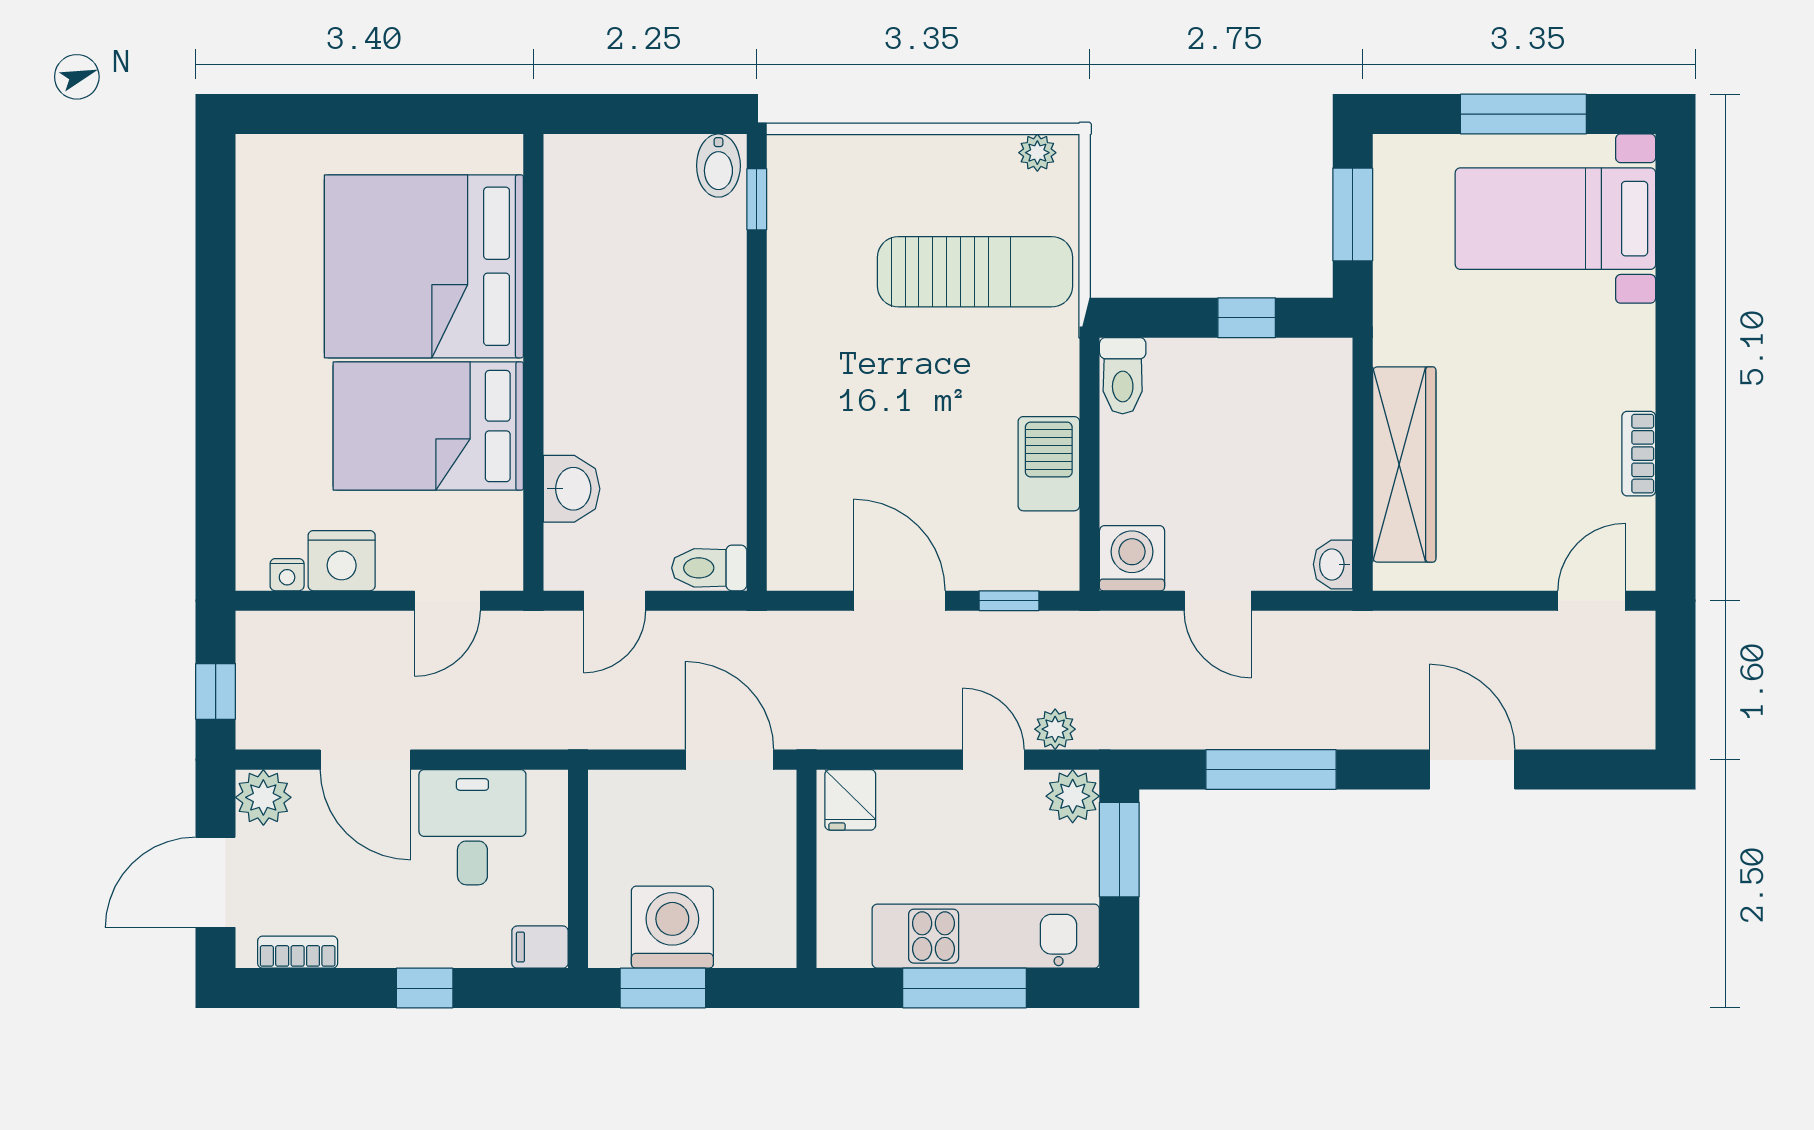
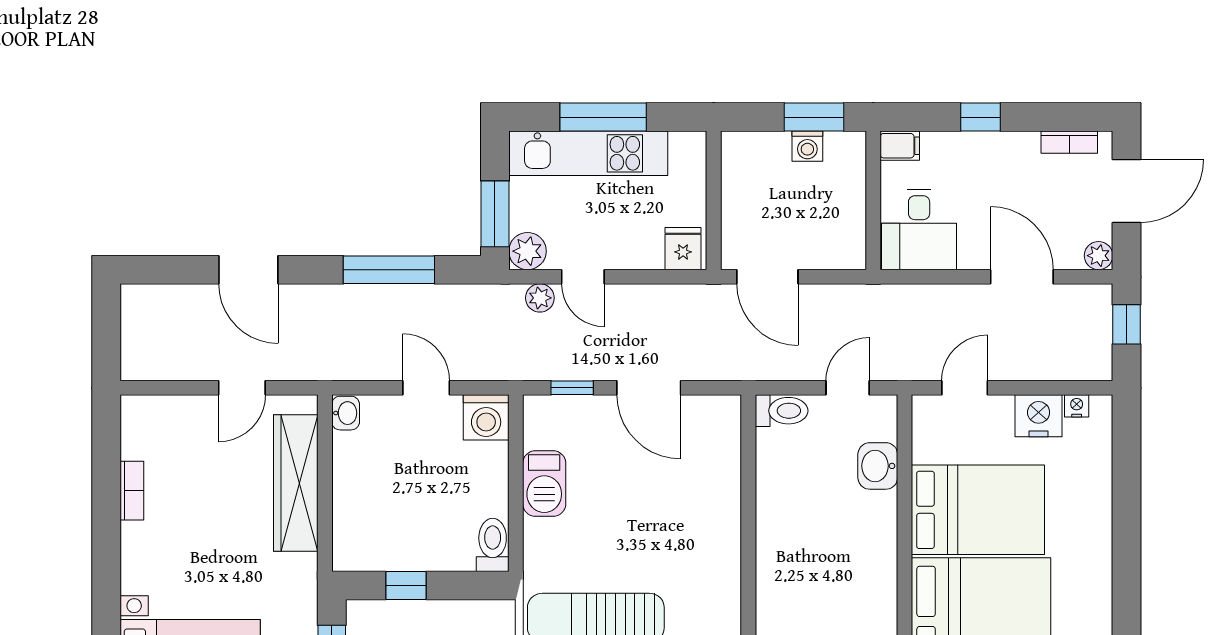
door: (1592, 601) -> (242, 388), moved
plant: (263, 797) -> (1099, 256), width x0.73, depth x0.73
desk: (472, 827) -> (919, 229), moved
washing machine: (672, 927) -> (807, 146), width x0.53, depth x0.53

